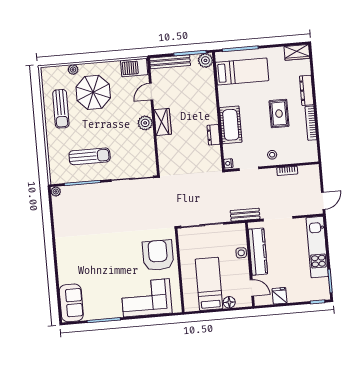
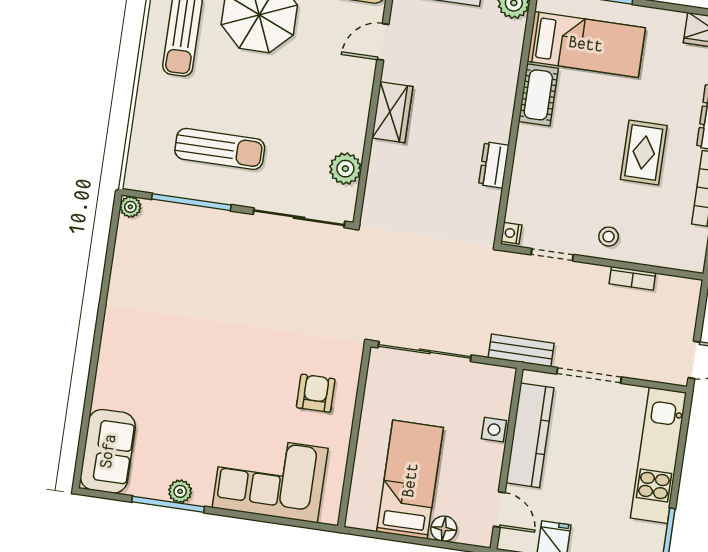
plant: (145, 123) -> (345, 169), moved
cot: (231, 125) -> (538, 95), moved, width x0.73, depth x0.75
armchair: (158, 255) -> (316, 393), width x0.53, depth x0.53
plant: (108, 313) -> (180, 491), added

